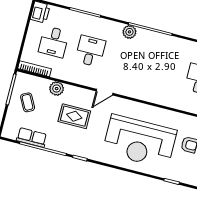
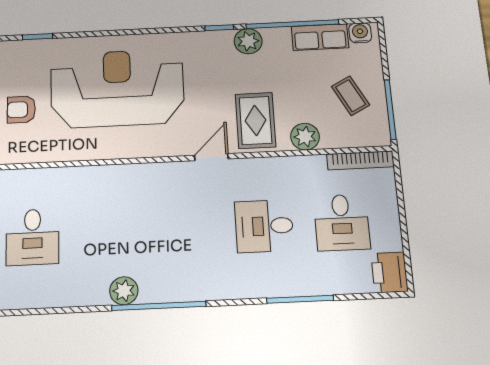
plant: (129, 32) -> (124, 291), moved
desk: (54, 42) -> (342, 222), turned 180
desk: (90, 51) -> (264, 226), turned 90
rug: (74, 116) -> (255, 120), moved, turned 90
water cooler: (11, 134) -> (360, 33), added
plant: (68, 146) -> (248, 41), added

